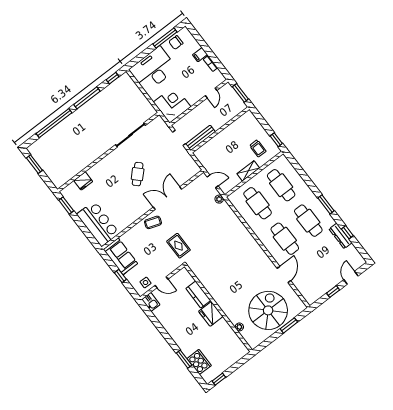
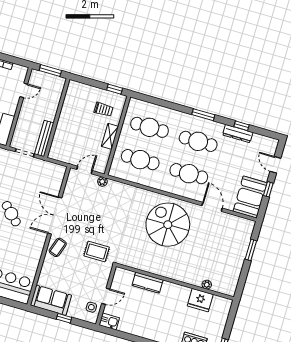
door: (211, 93) -> (24, 90), hinge flipped
booth: (316, 287) -> (250, 197), added
spiral stairs: (268, 310) -> (168, 225), moved
fridge: (211, 314) -> (200, 300), moved

